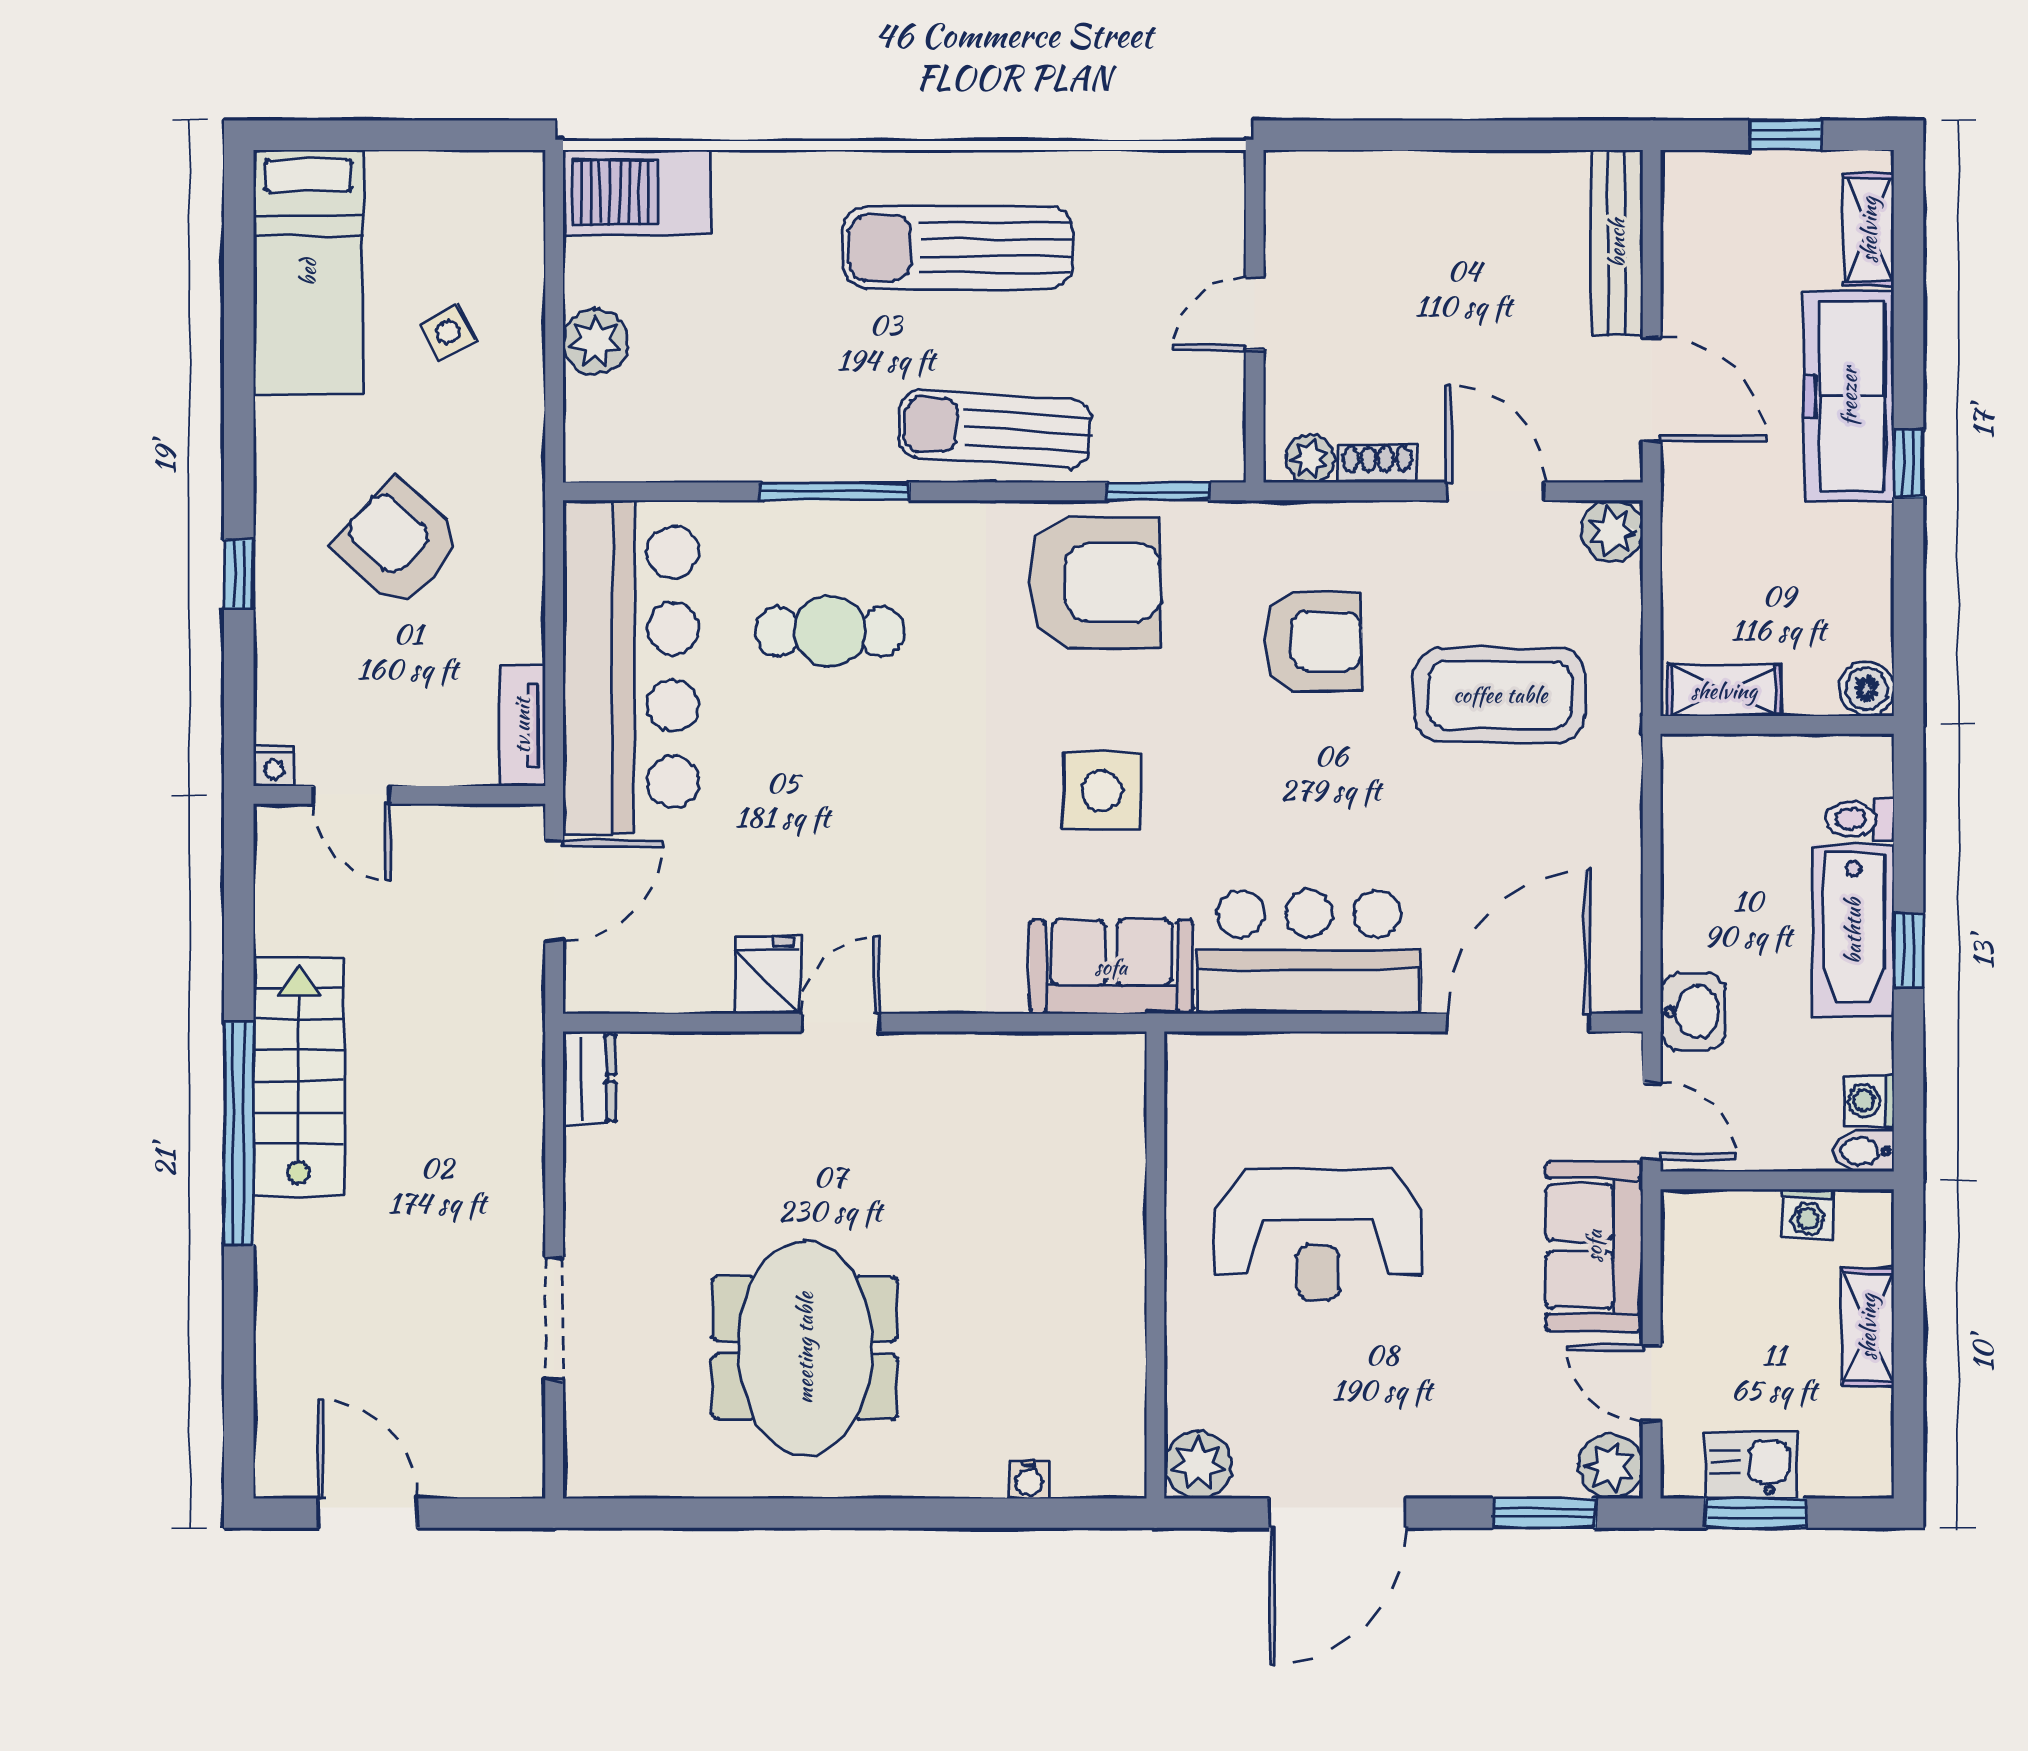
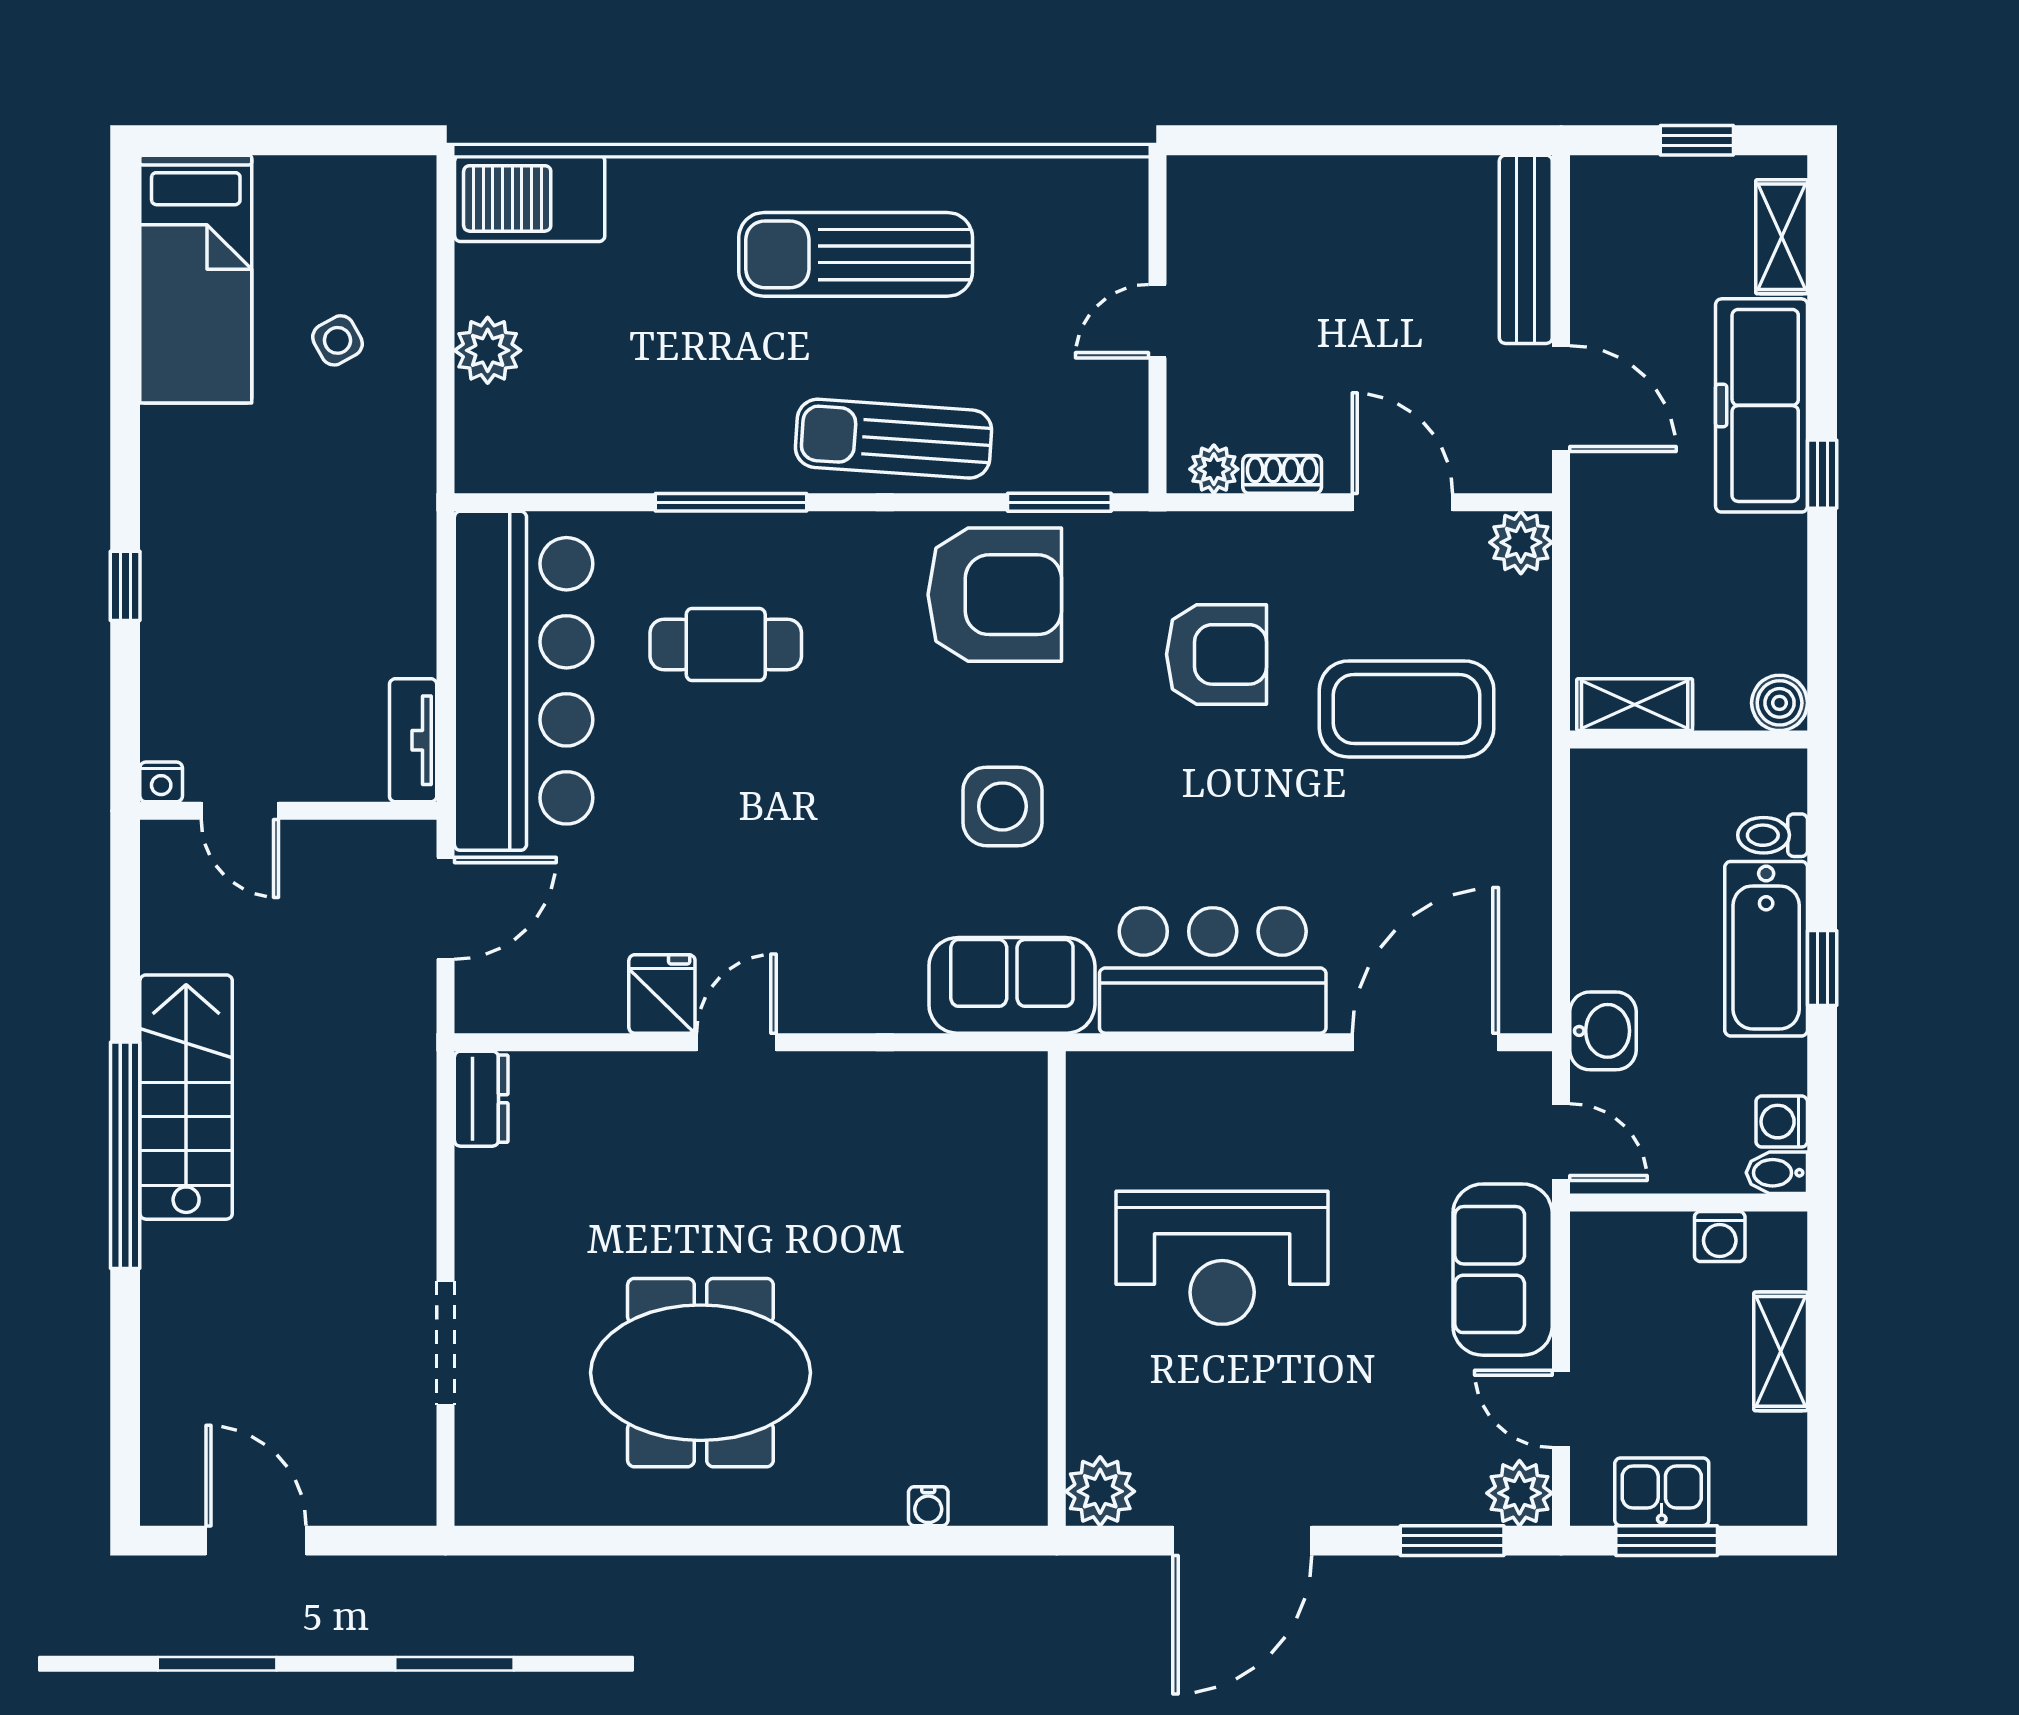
armchair: (398, 543) -> (287, 555), removed
meeting table: (805, 1348) -> (700, 1373), turned 90

